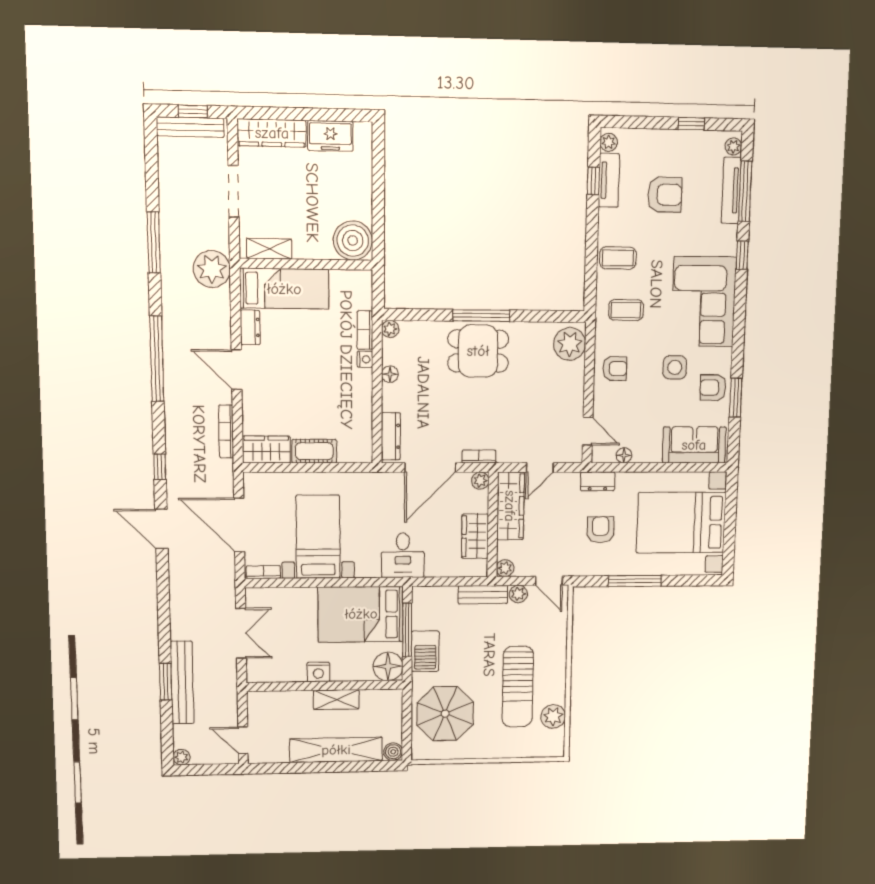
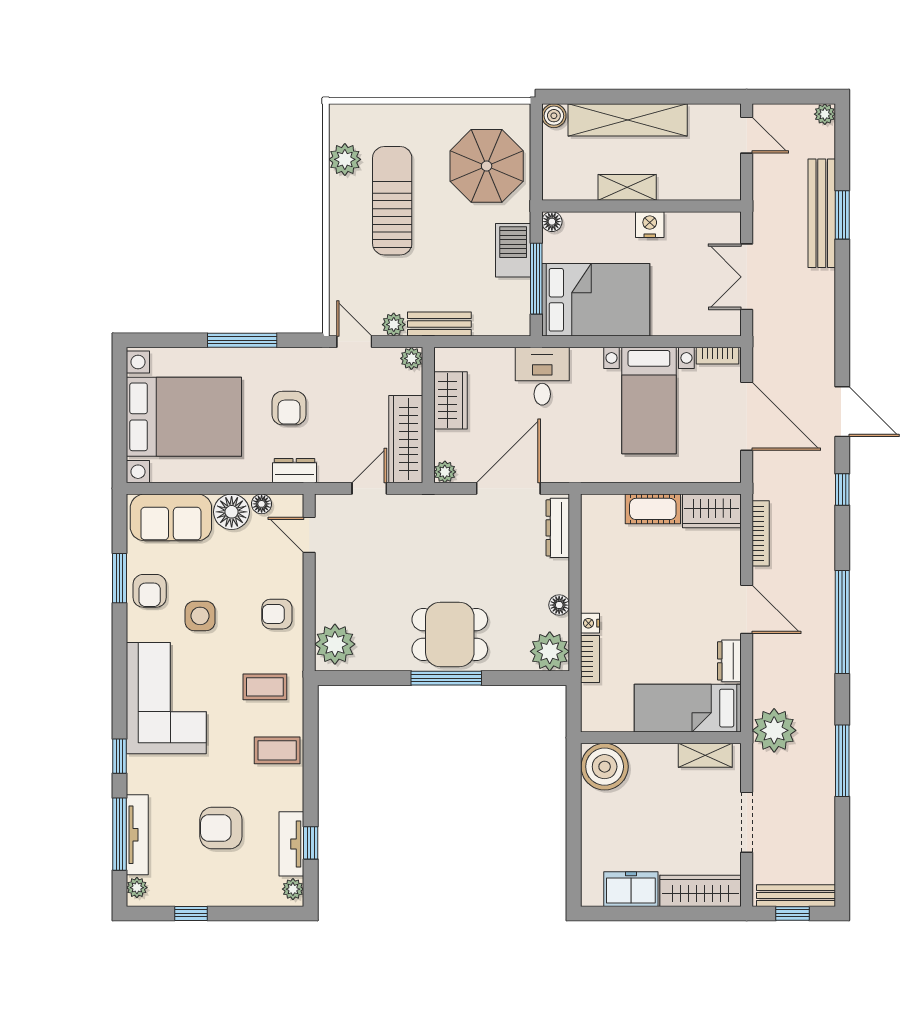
plant: (390, 329) -> (550, 651), width x1.88, depth x1.88
armchair: (713, 387) -> (150, 591), turned 90
floor lamp: (647, 449) -> (232, 512), added
bookcase: (479, 457) -> (447, 502), removed
floor lamp: (388, 666) -> (552, 222), width x0.53, depth x0.53

